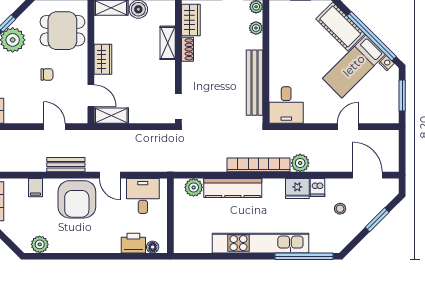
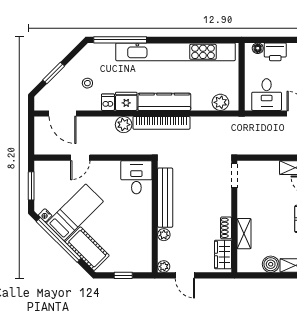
plant: (256, 28) -> (164, 235), moved
kitchen counter: (233, 188) -> (164, 102), moved
kitchen unit: (261, 243) -> (176, 52), width x1.36

